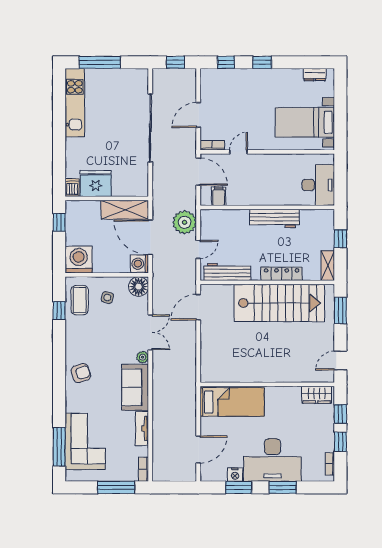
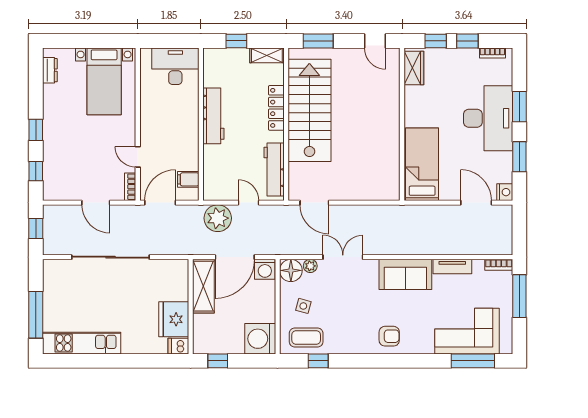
plant: (143, 357) -> (310, 266), moved
armchair: (81, 373) -> (389, 336), turned 107
nightstand: (235, 475) -> (505, 192), moved

